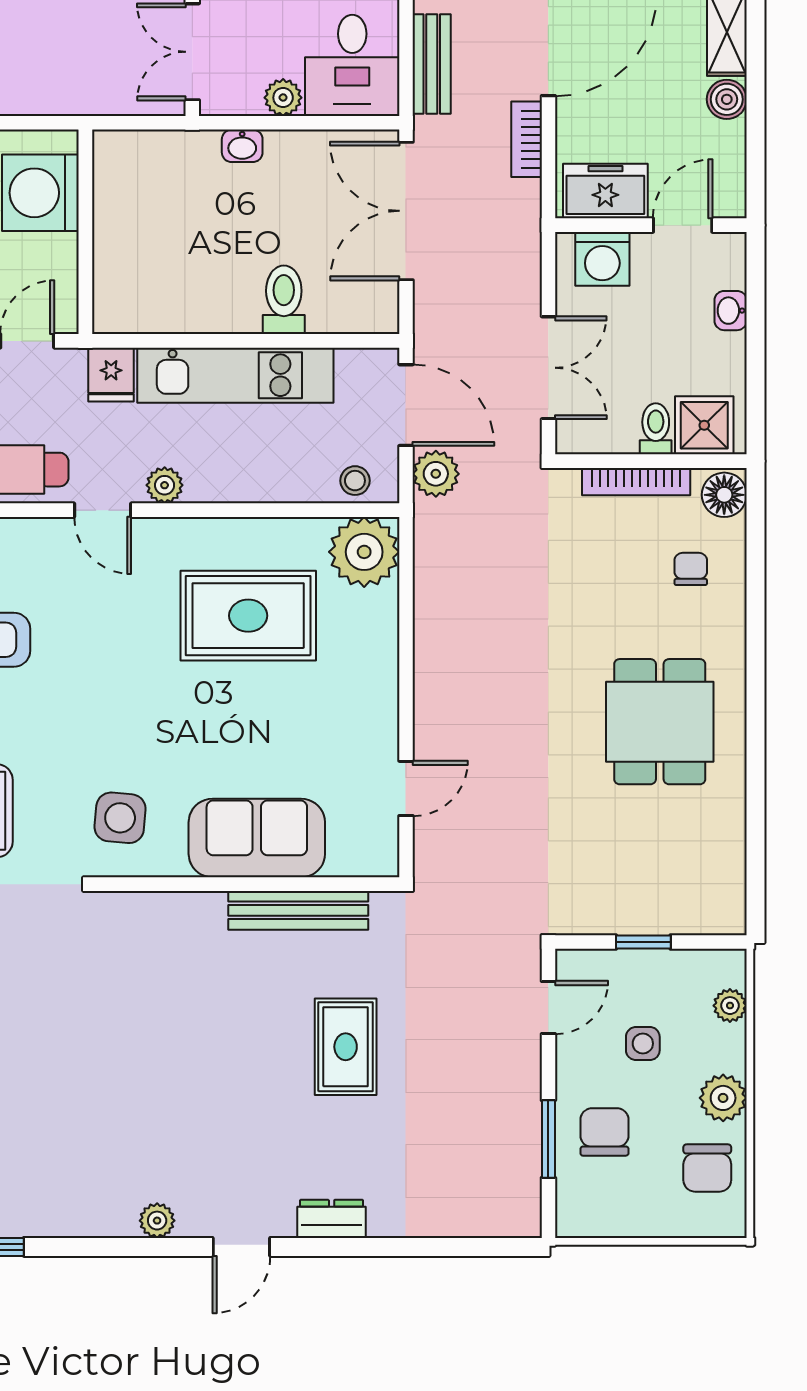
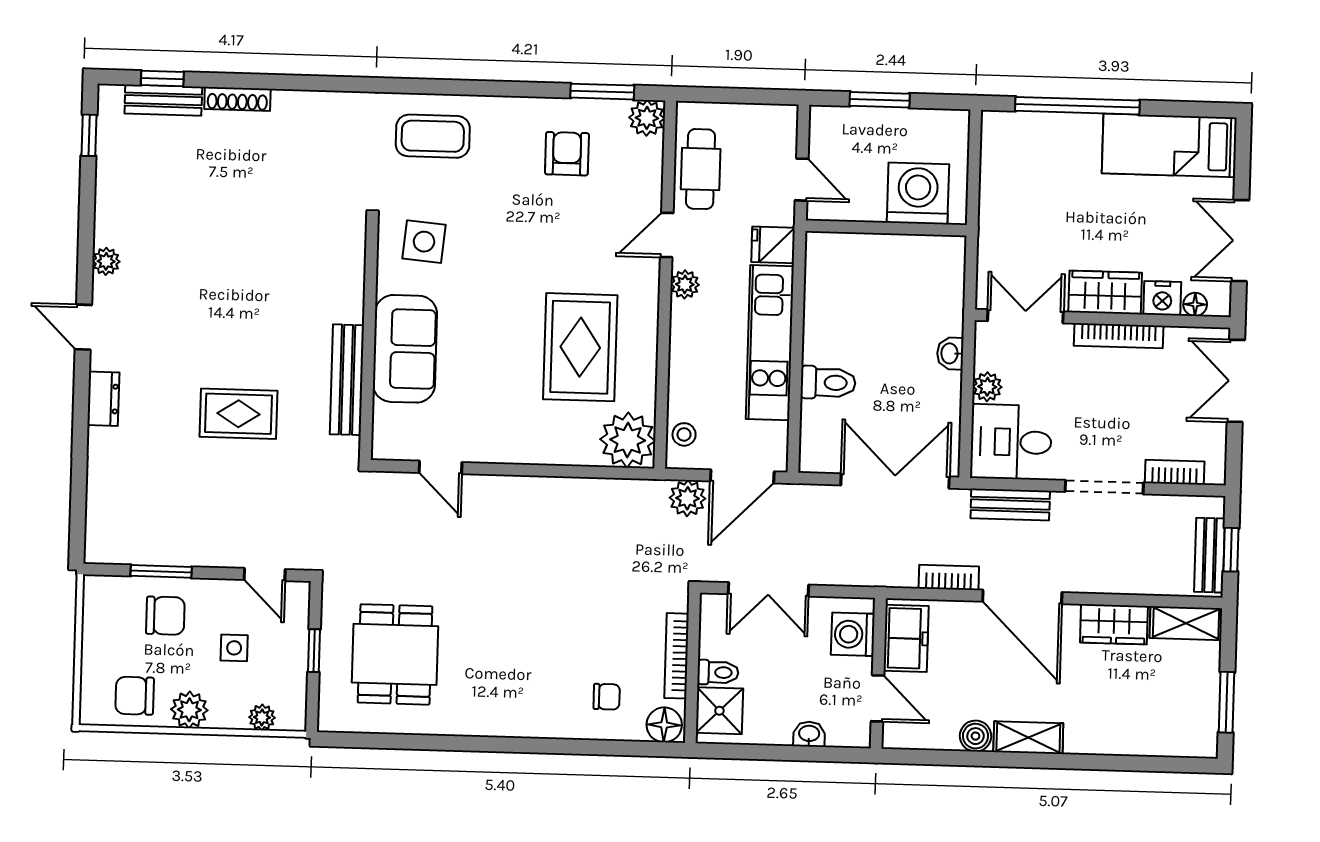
dining table: (660, 722) -> (395, 654), moved, turned 90

